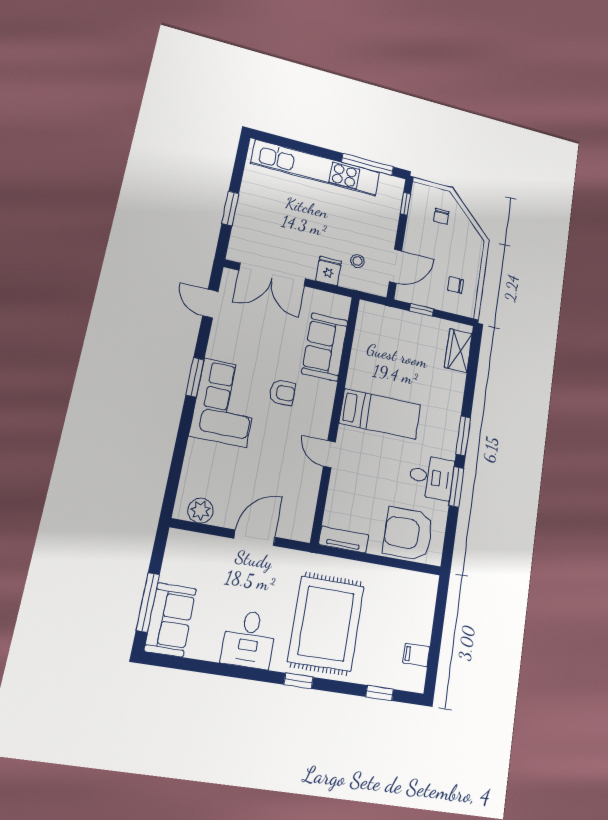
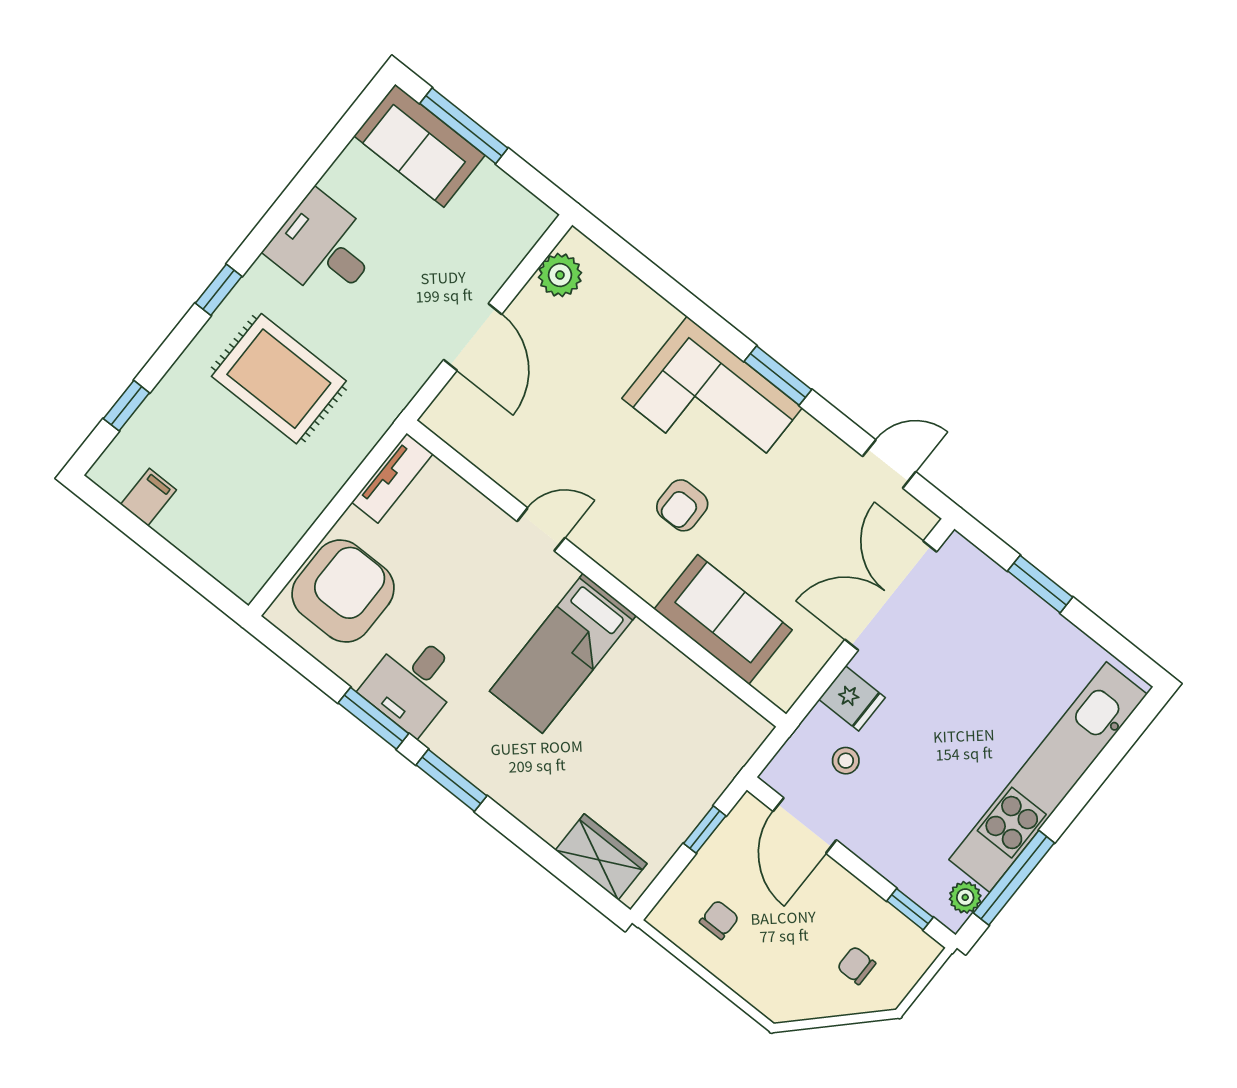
plant: (387, 182) -> (965, 897), added
rug: (326, 624) -> (279, 379), width x0.73, depth x0.69

